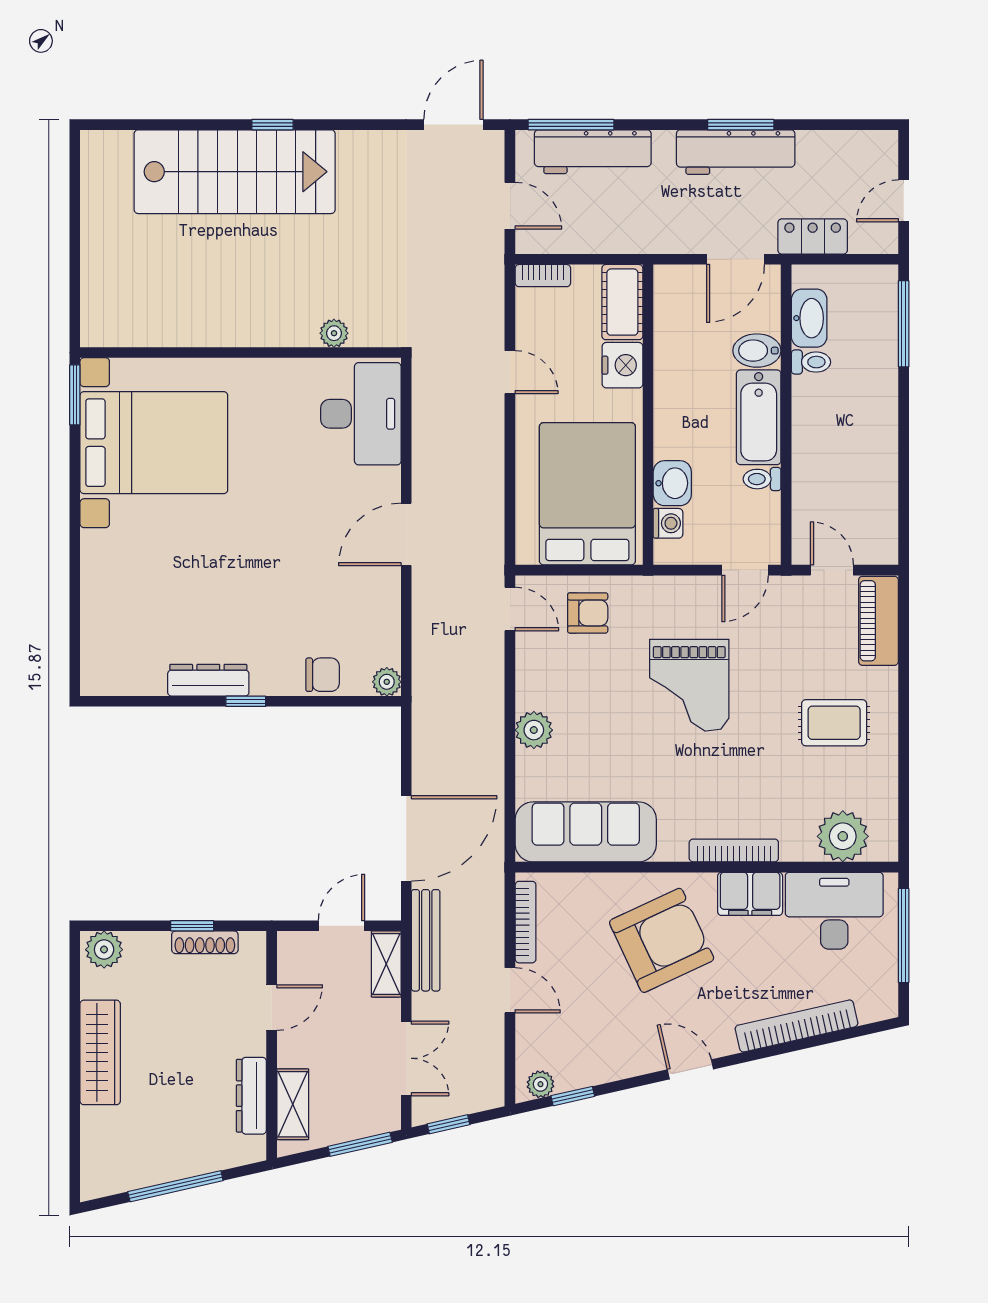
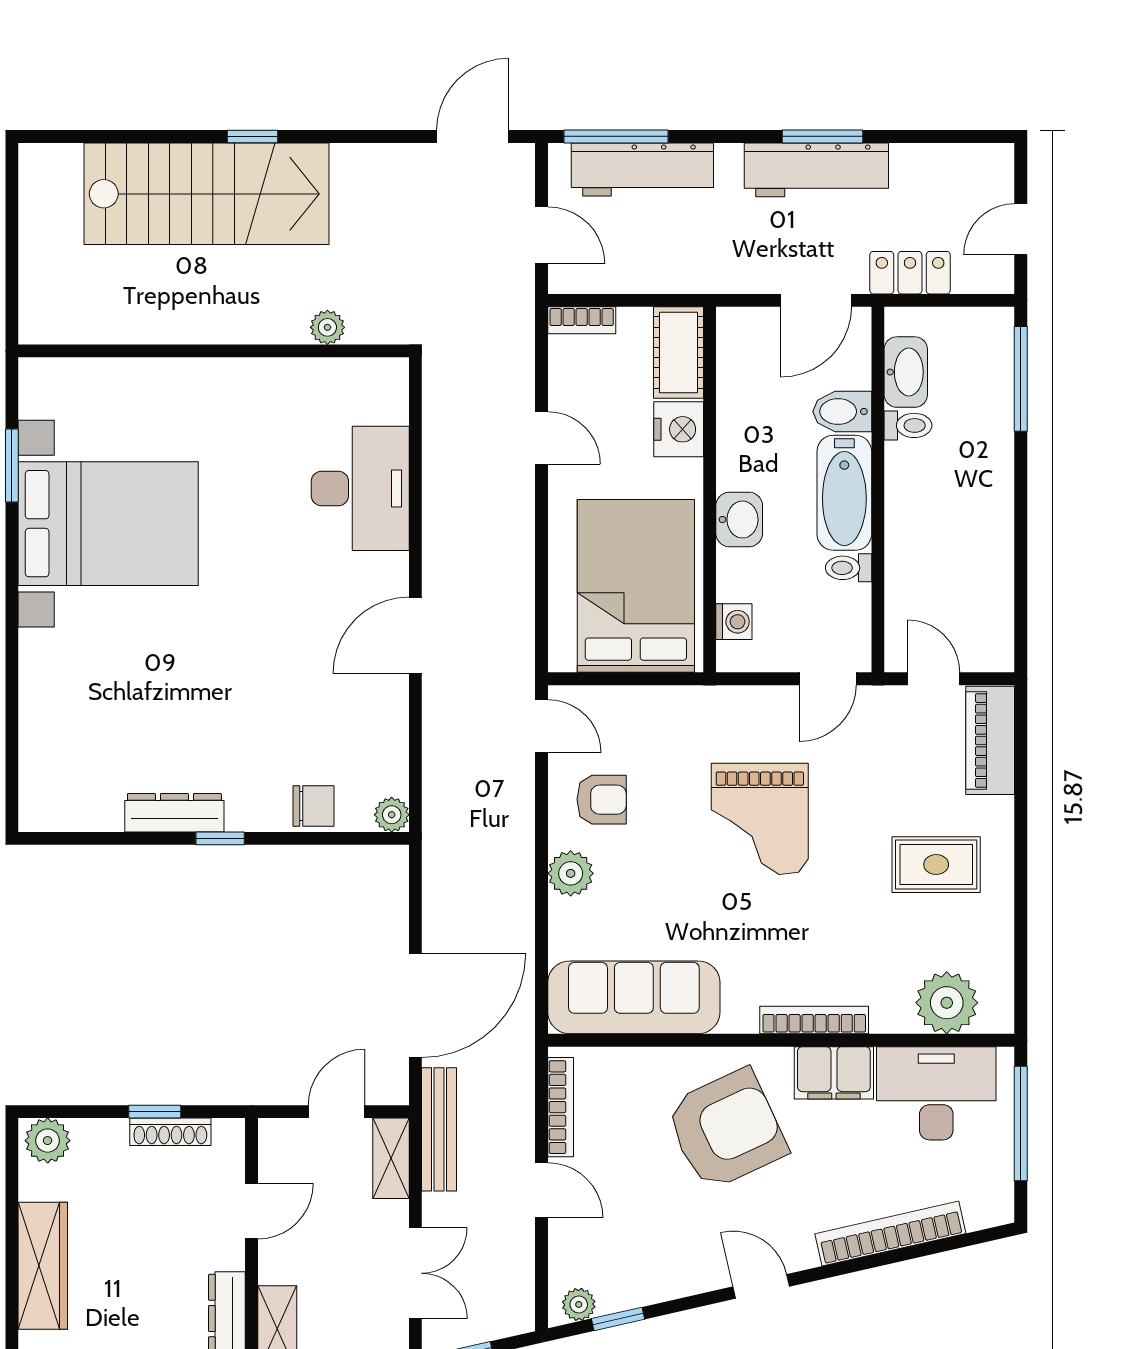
plant: (334, 333) -> (327, 327), moved
wall: (241, 353) -> (214, 351), moved
washbasin: (672, 483) -> (739, 520), moved
armchair: (588, 613) -> (602, 800), moved

